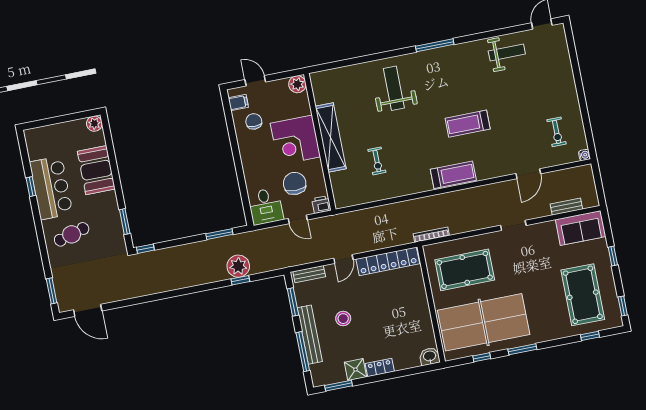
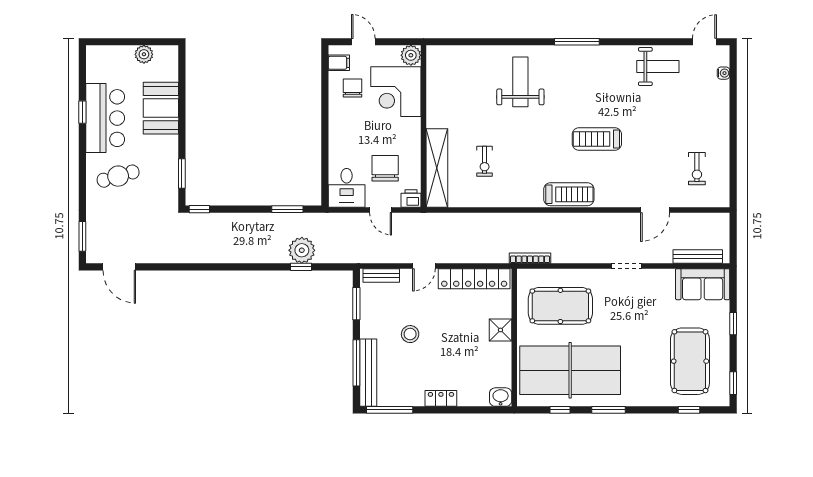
plant: (94, 124) -> (144, 54), moved
shelving: (331, 138) -> (437, 168), moved
corner desk: (295, 140) -> (396, 92), moved
water cooler: (584, 155) -> (724, 73), moved
bench: (566, 207) -> (698, 256), width x1.36
bench: (310, 335) -> (368, 373), moved
shower: (355, 370) -> (500, 330), moved
window: (339, 386) -> (390, 410), width x1.44

